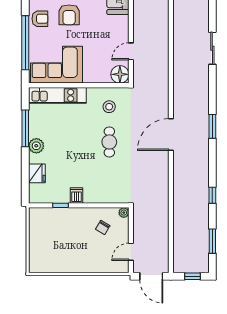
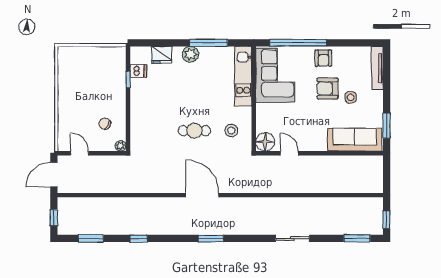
dishwasher: (77, 196) -> (138, 71), moved

